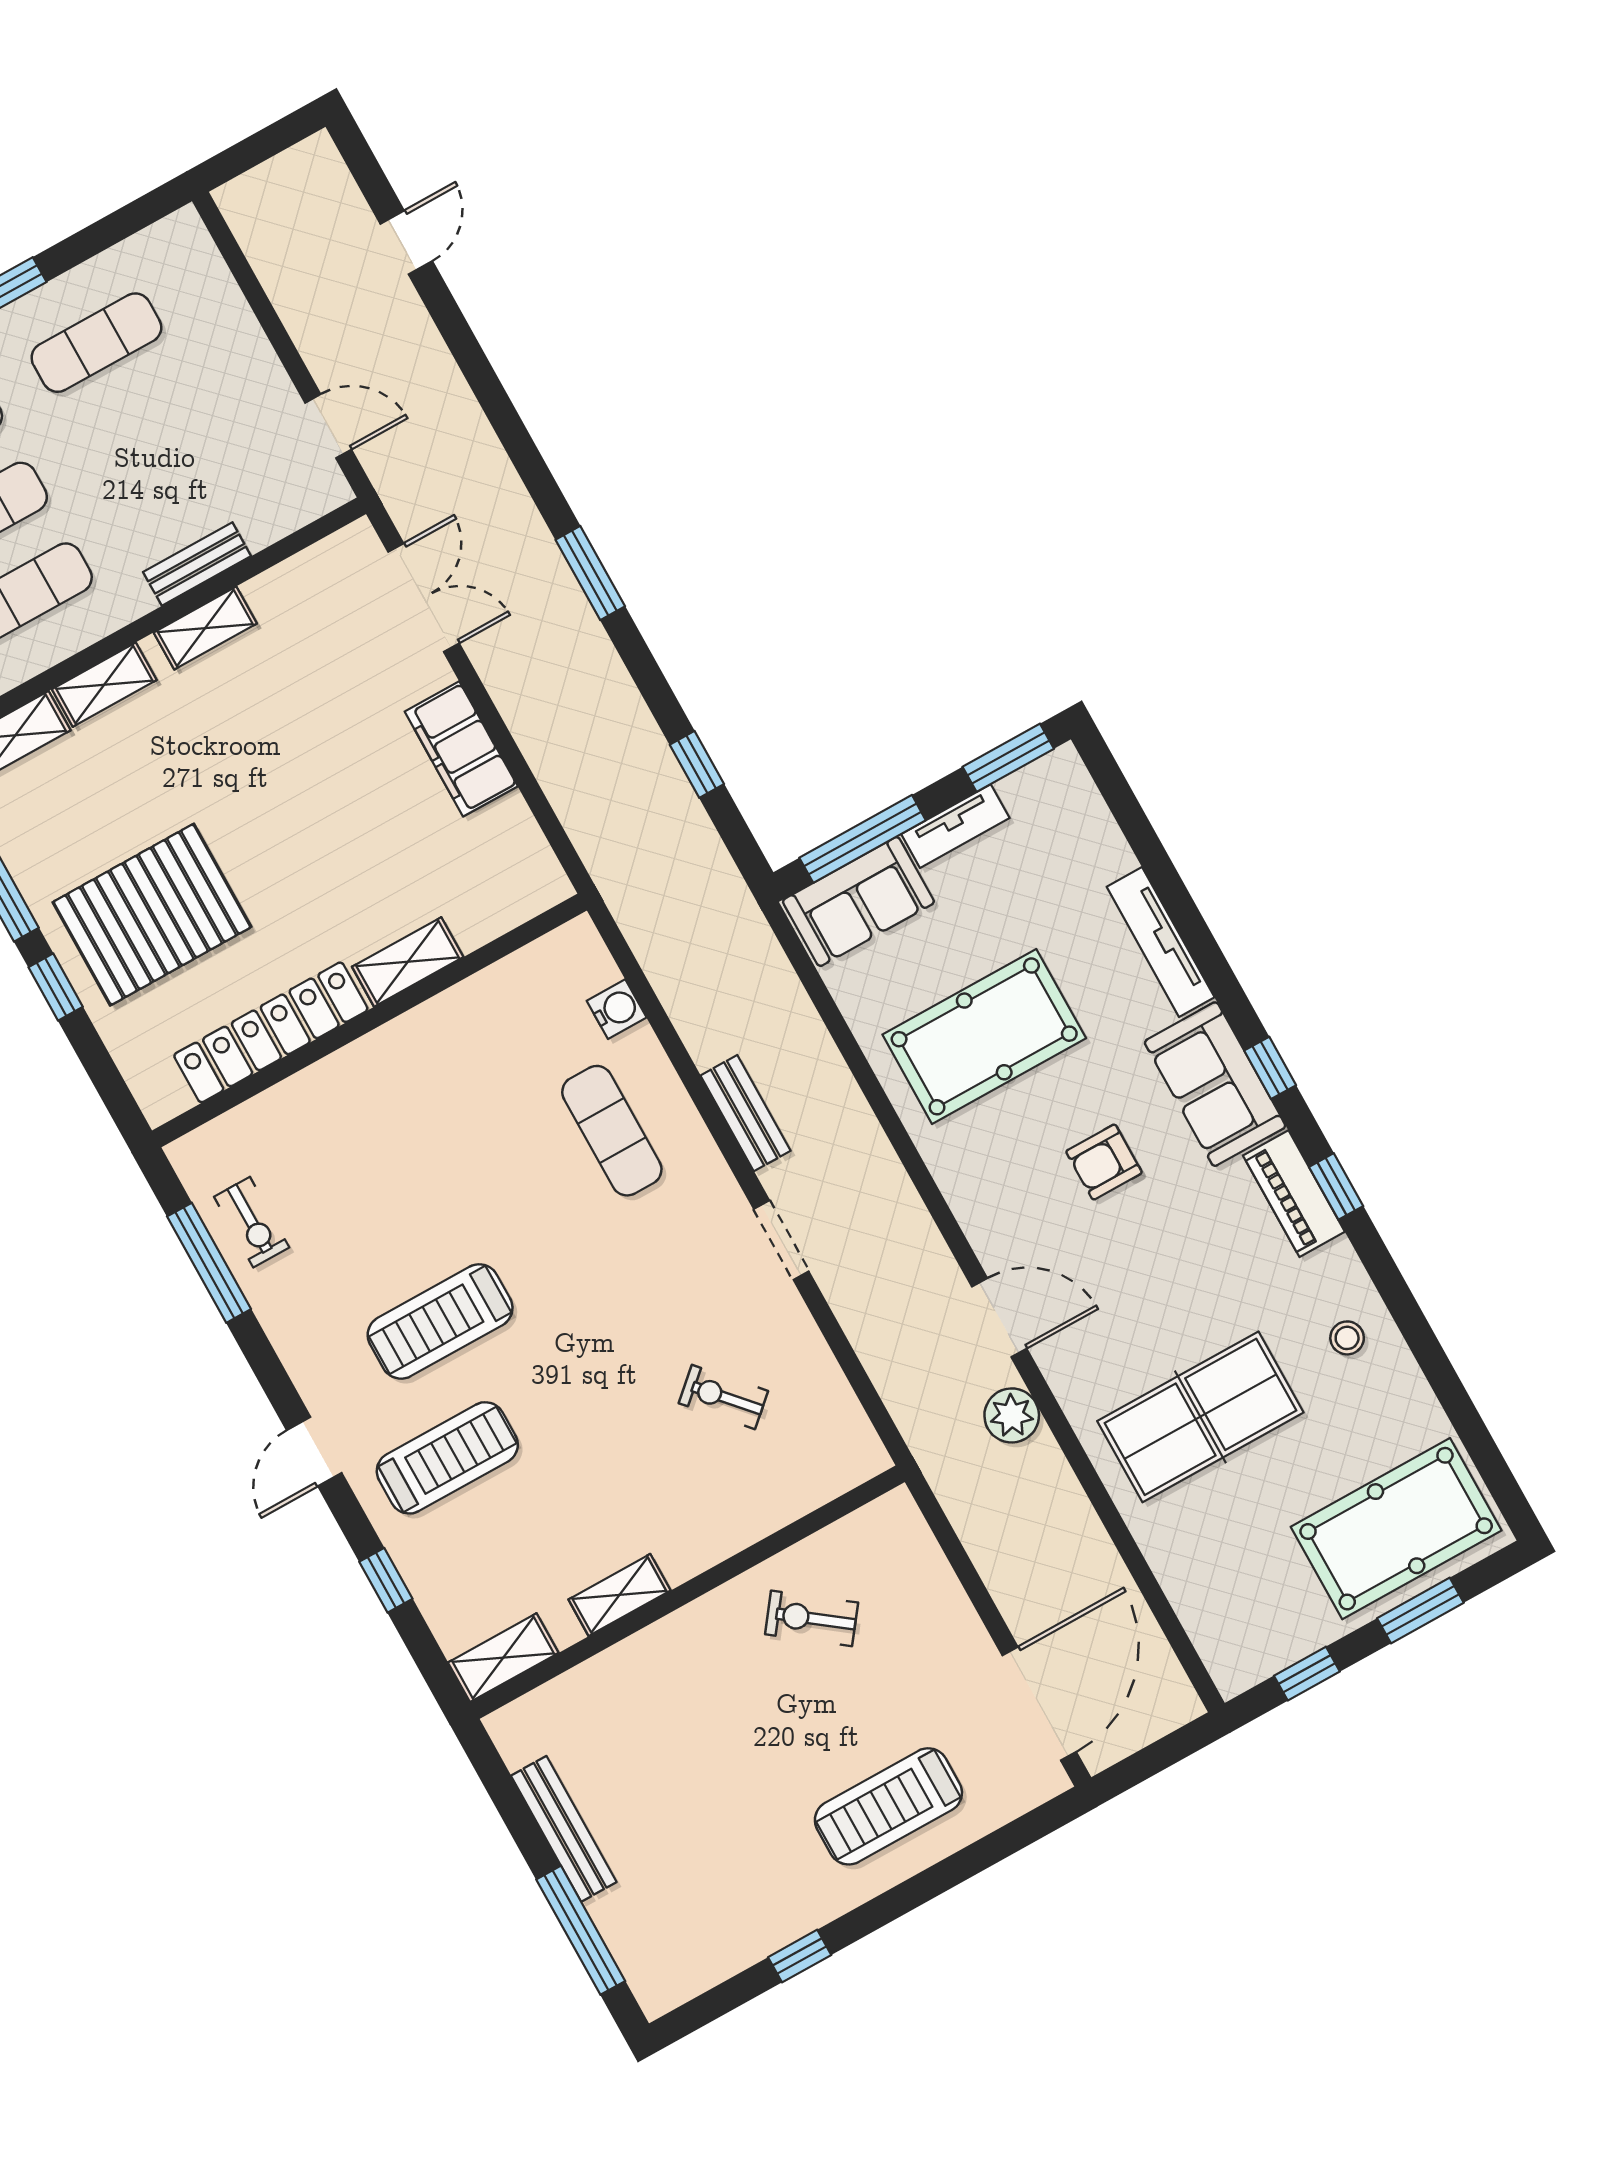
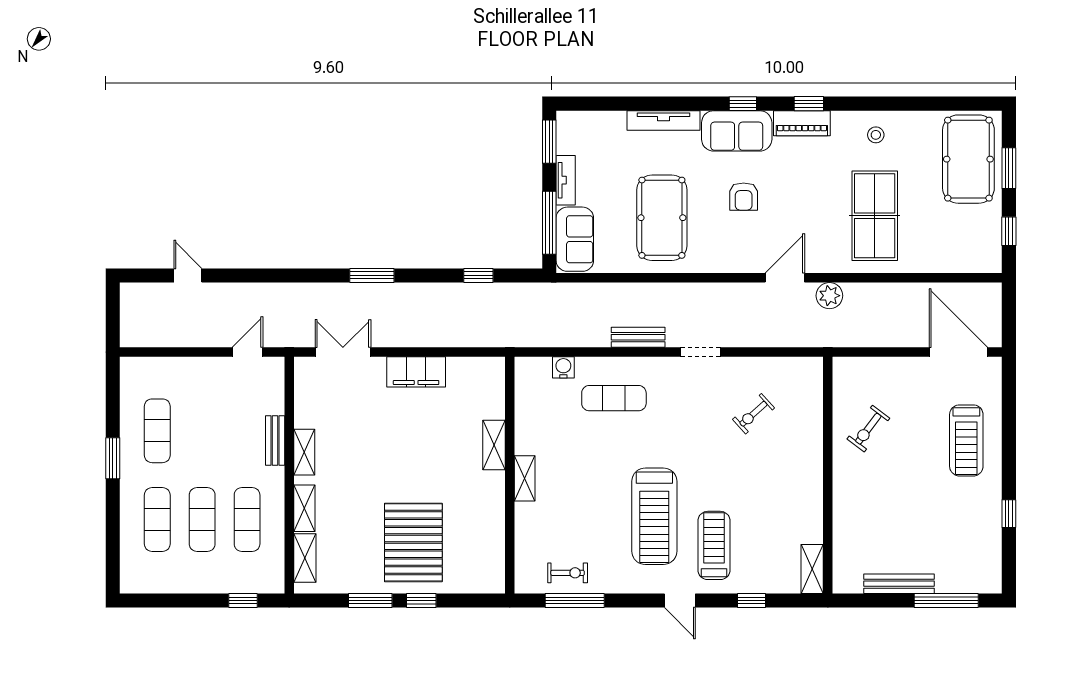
locker: (271, 1032) -> (492, 520), removed
treadmill: (440, 1321) -> (654, 516), width x1.37, depth x1.38
shelving: (619, 1595) -> (525, 478), moved

